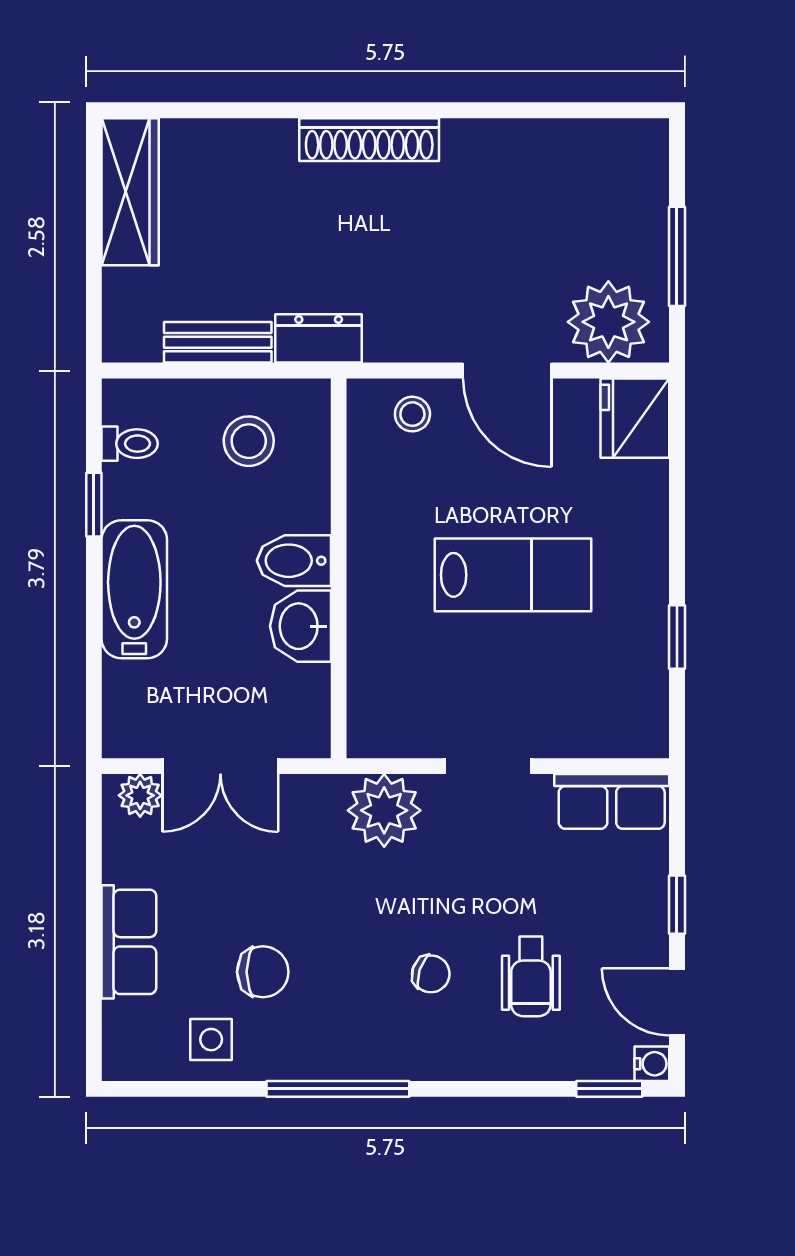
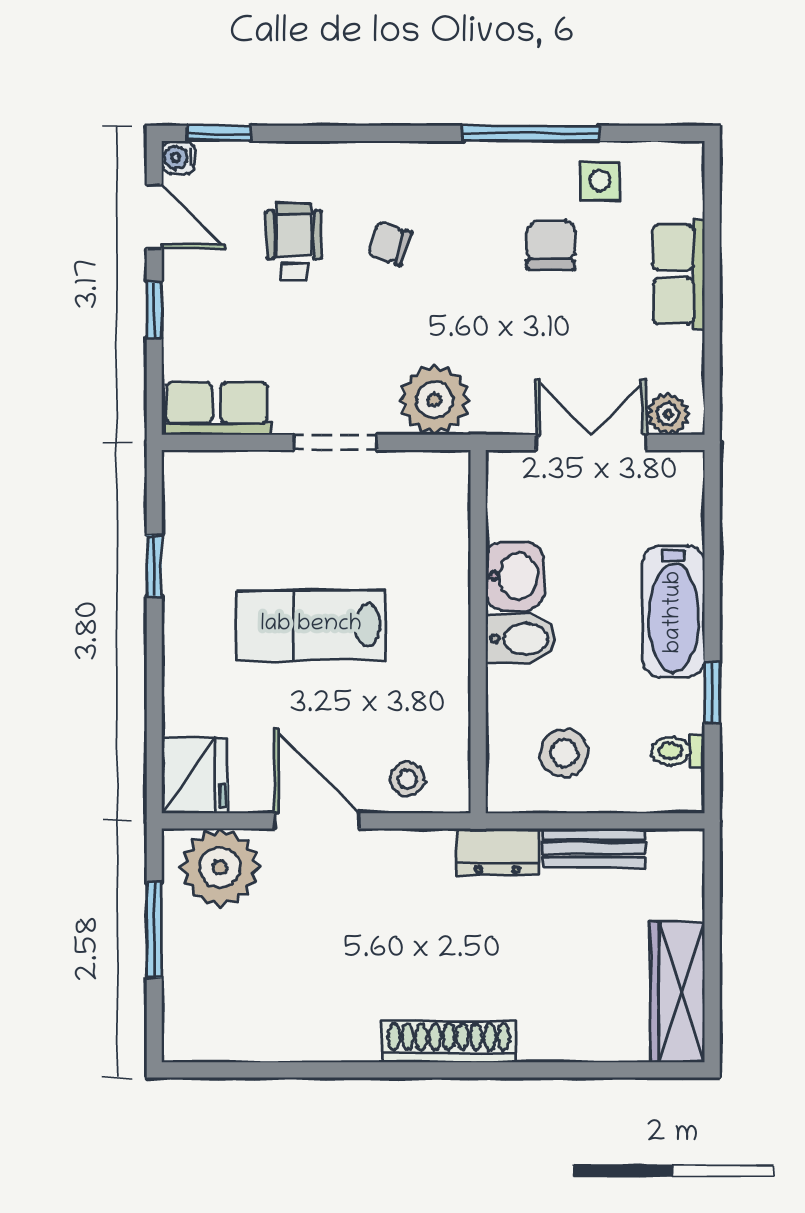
chair: (263, 972) -> (551, 246), turned 90
window: (338, 1089) -> (530, 133), moved

